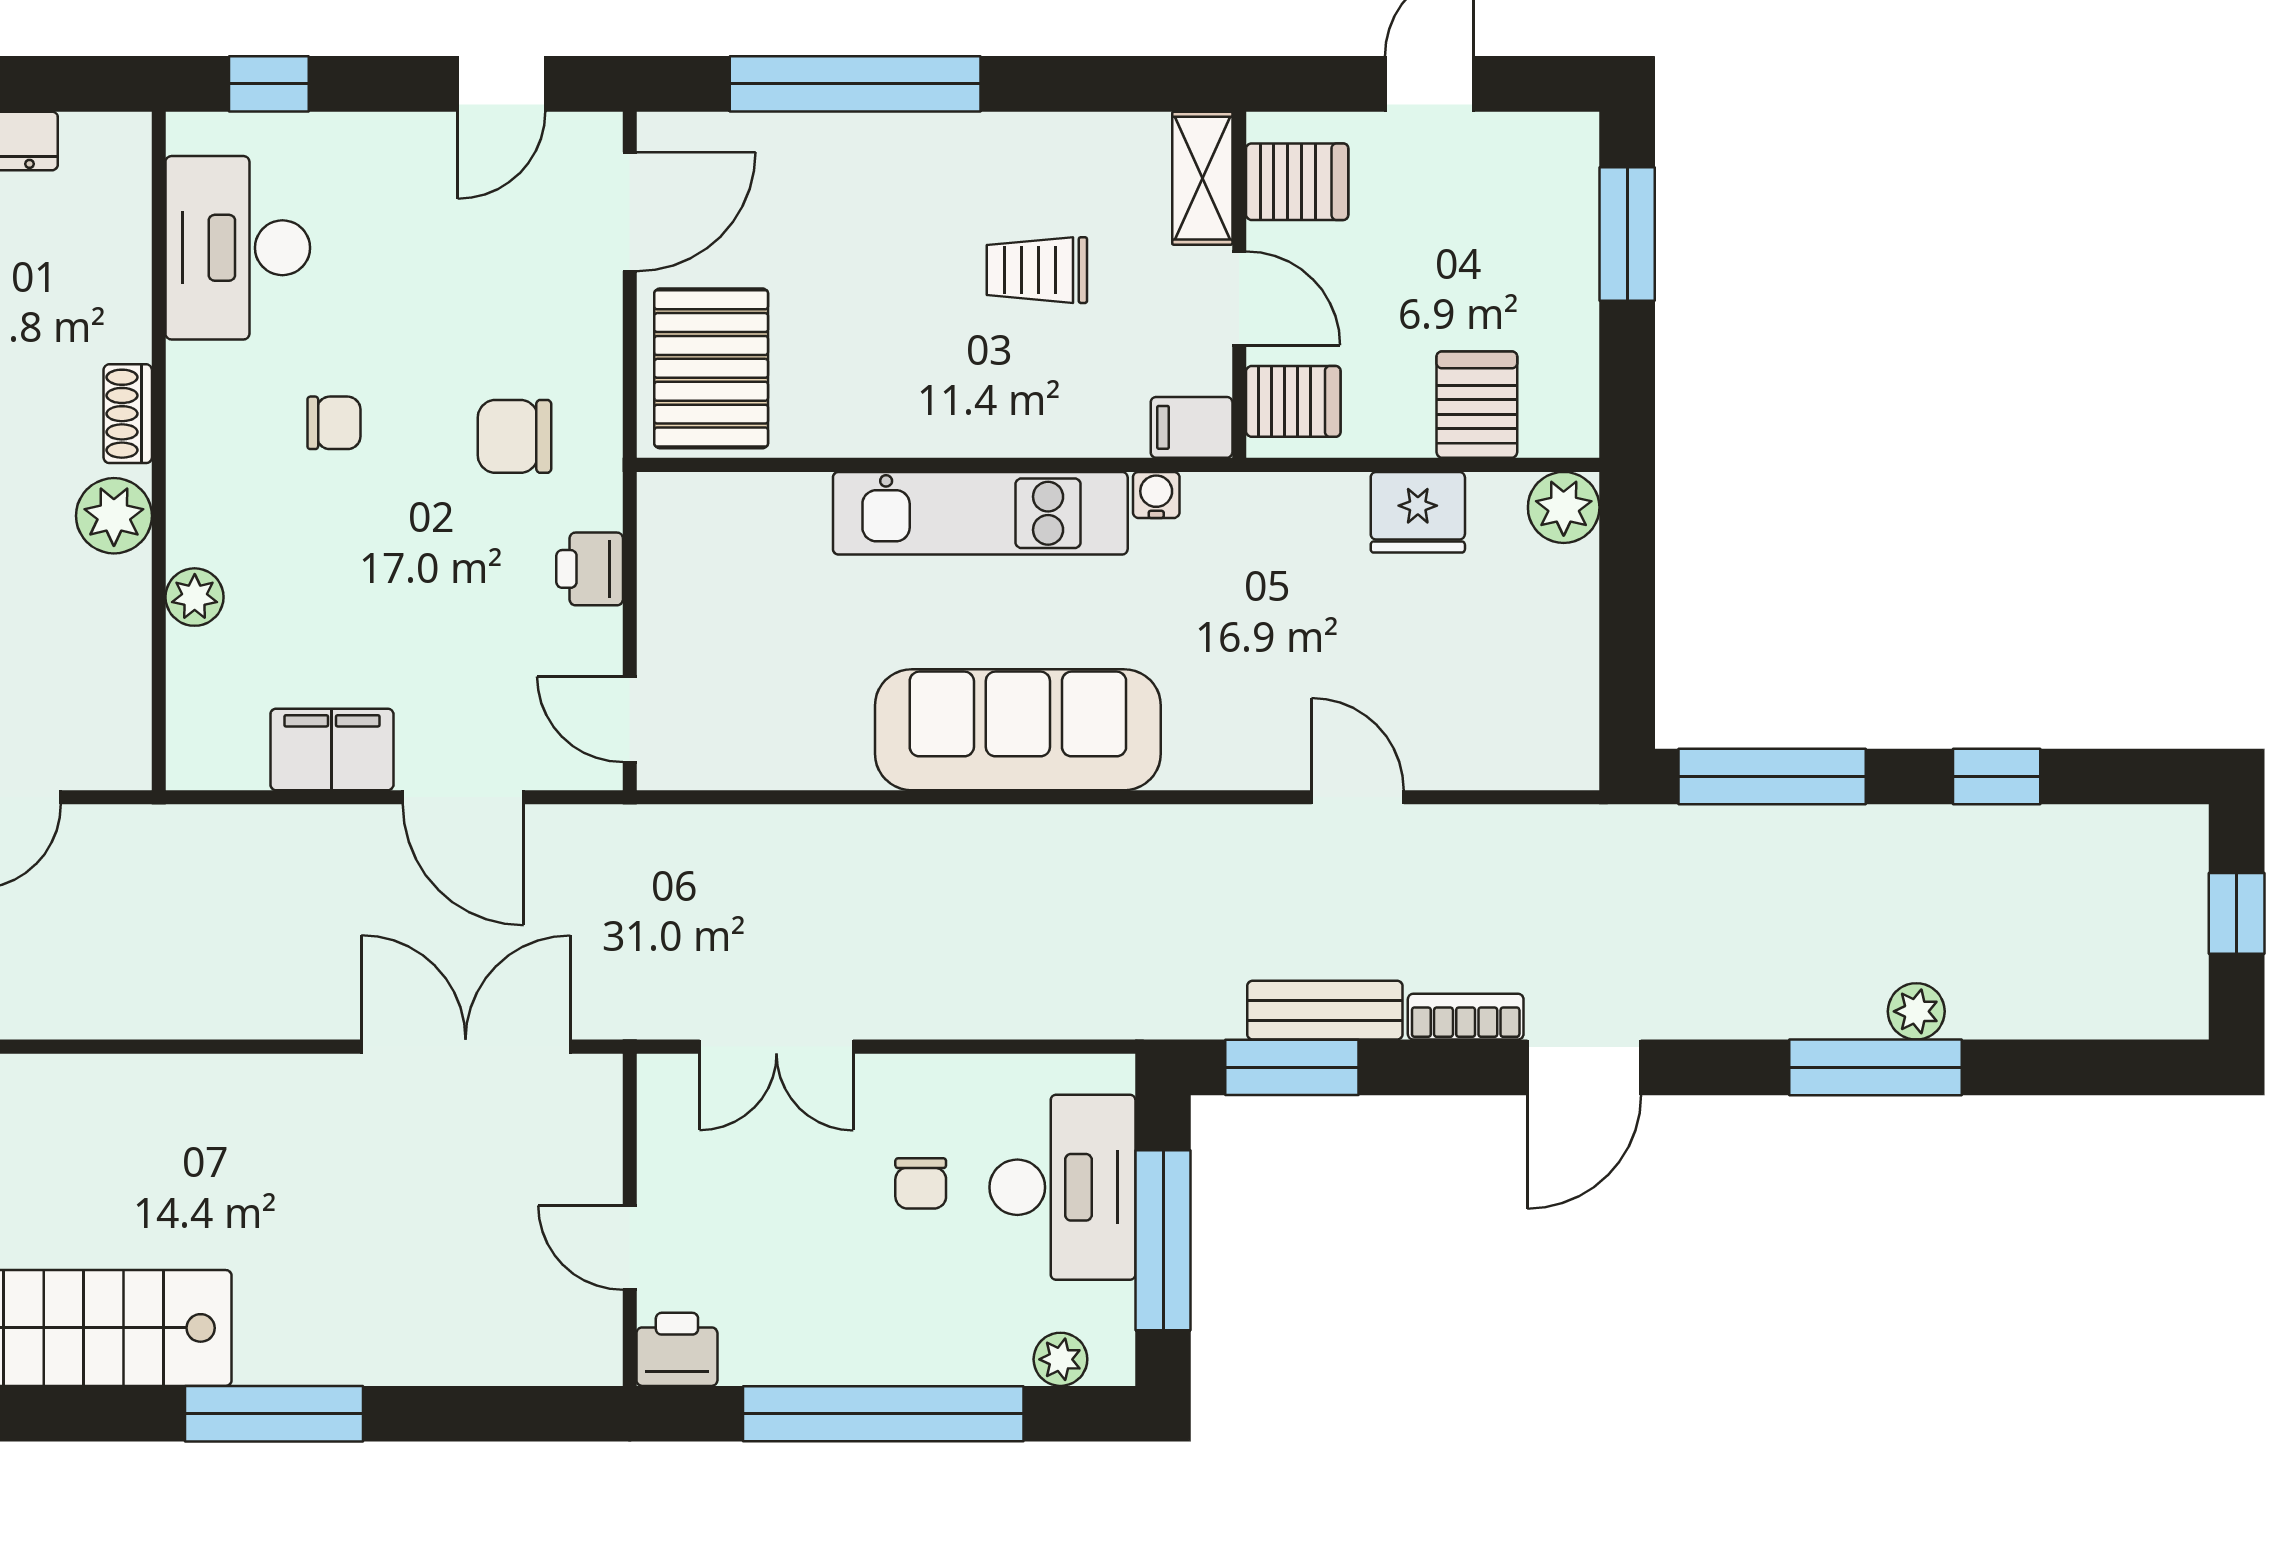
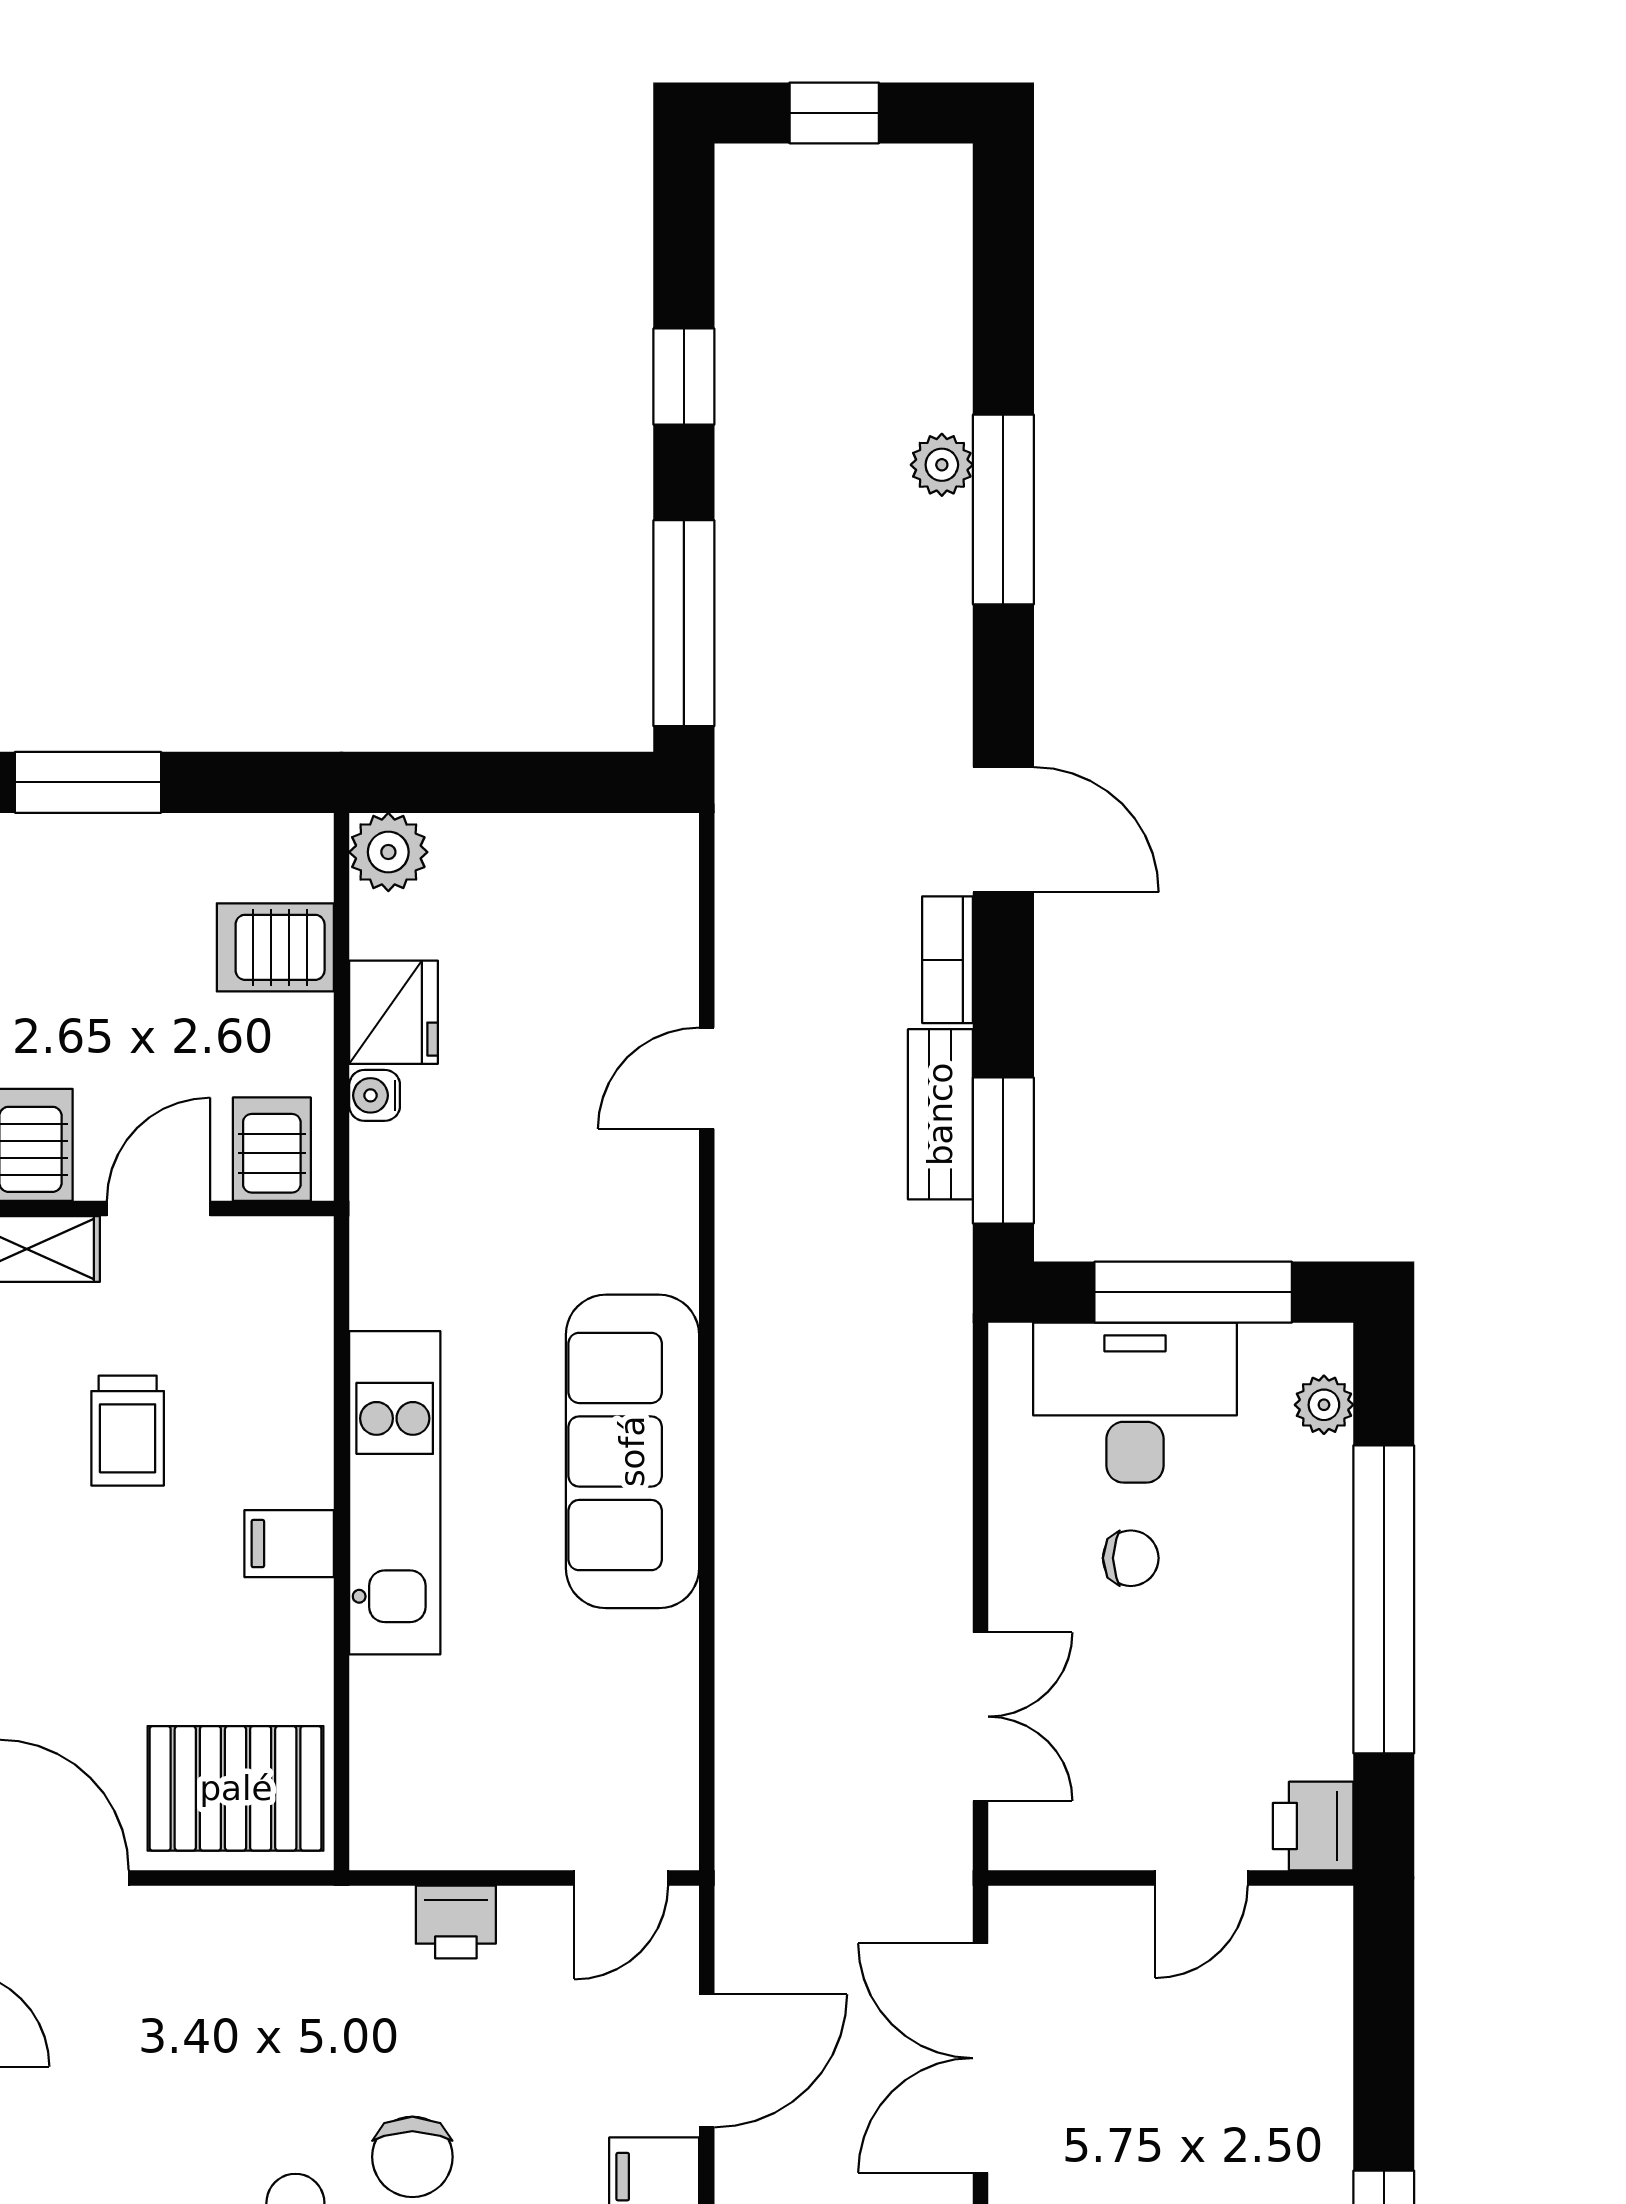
filing cabinet: (1192, 427) -> (289, 1544), moved, turned 90
chair: (514, 436) -> (412, 2157), moved
water cooler: (1156, 495) -> (375, 1095), moved

